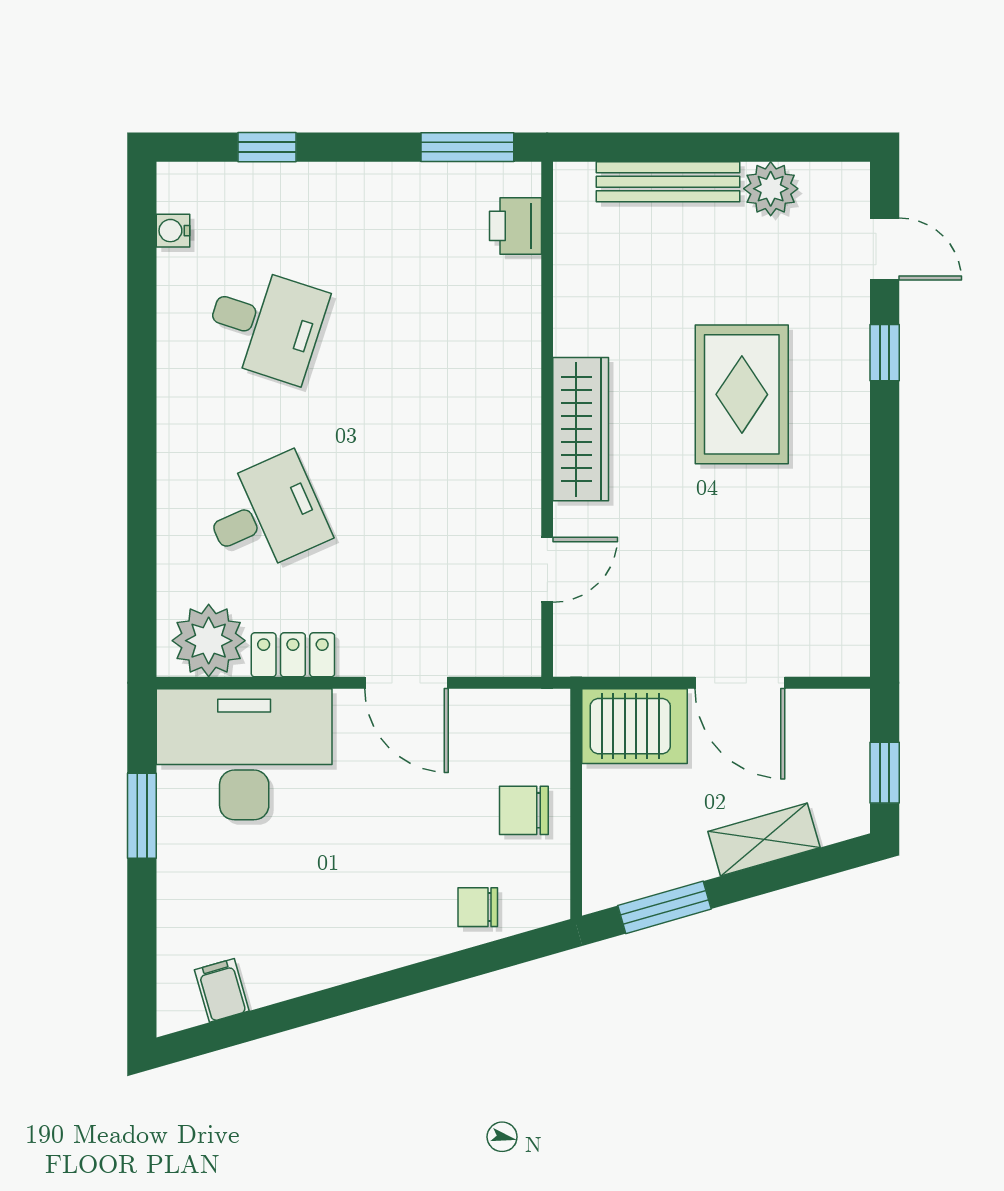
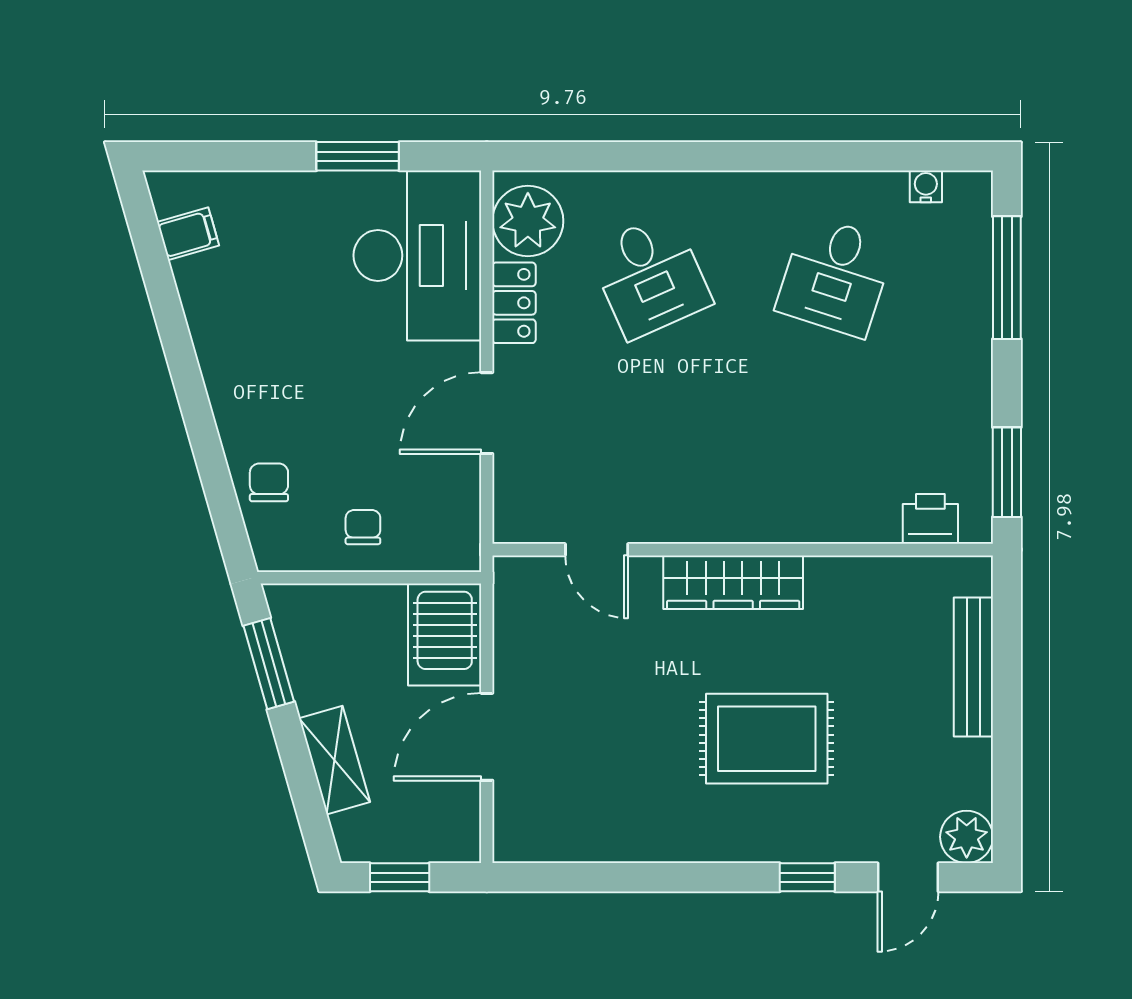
window: (267, 147) -> (1007, 278), width x2.17
plant: (771, 189) -> (967, 837), moved
chair: (524, 810) -> (363, 527), width x0.73, depth x0.73

